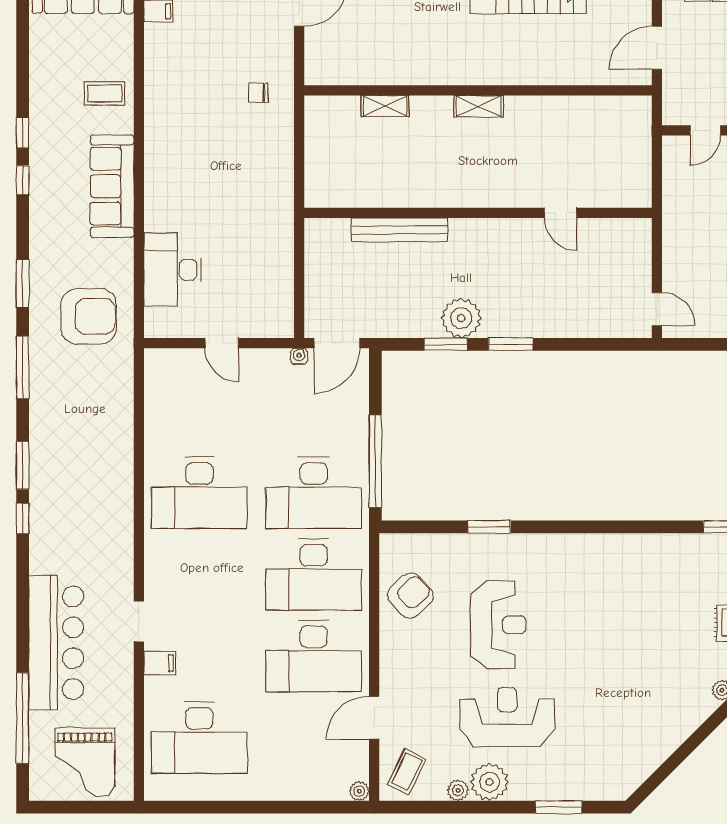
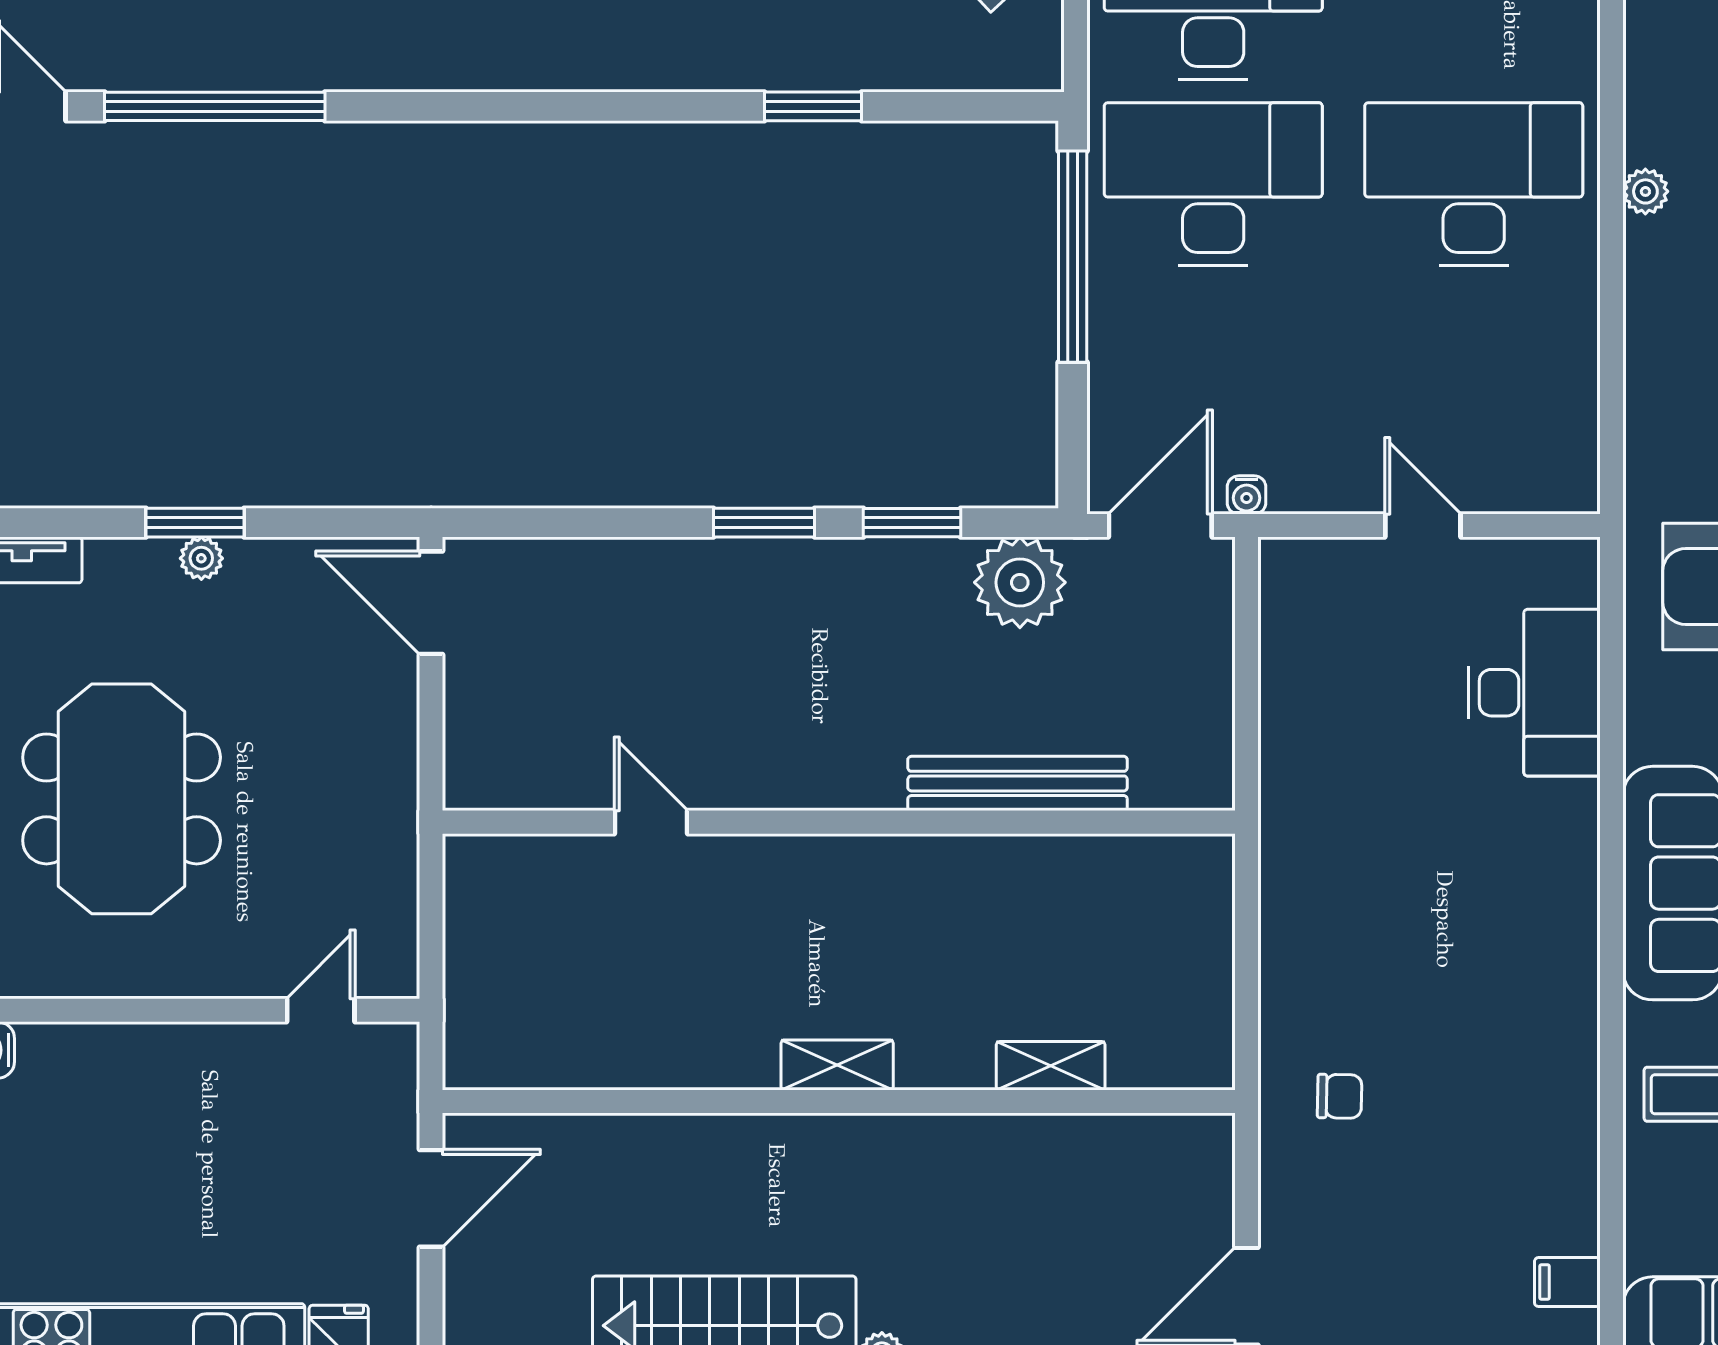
door: (657, 309) -> (431, 603), width x1.38
plant: (461, 318) -> (1020, 582), moved
plant: (124, 490) -> (1645, 191), added

